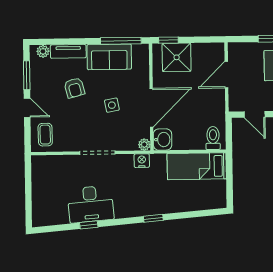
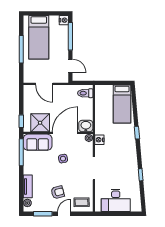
sofa: (109, 57) -> (38, 142), moved, turned 90
shower: (177, 57) -> (40, 123), moved
armchair: (74, 88) -> (58, 192), moved
door: (151, 108) -> (65, 133), hinge flipped
door: (255, 114) -> (70, 66), hinge flipped
bed: (197, 166) -> (122, 104), moved
desk: (91, 204) -> (116, 200), moved, turned 95

